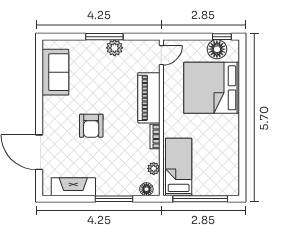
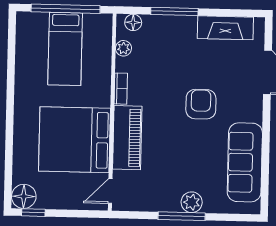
plant: (115, 48) -> (192, 202), moved
floor lamp: (217, 49) -> (24, 196), moved
sofa: (55, 72) -> (245, 162), width x1.36
bed: (212, 88) -> (75, 140), moved, turned 180
bed: (179, 167) -> (65, 49), moved

